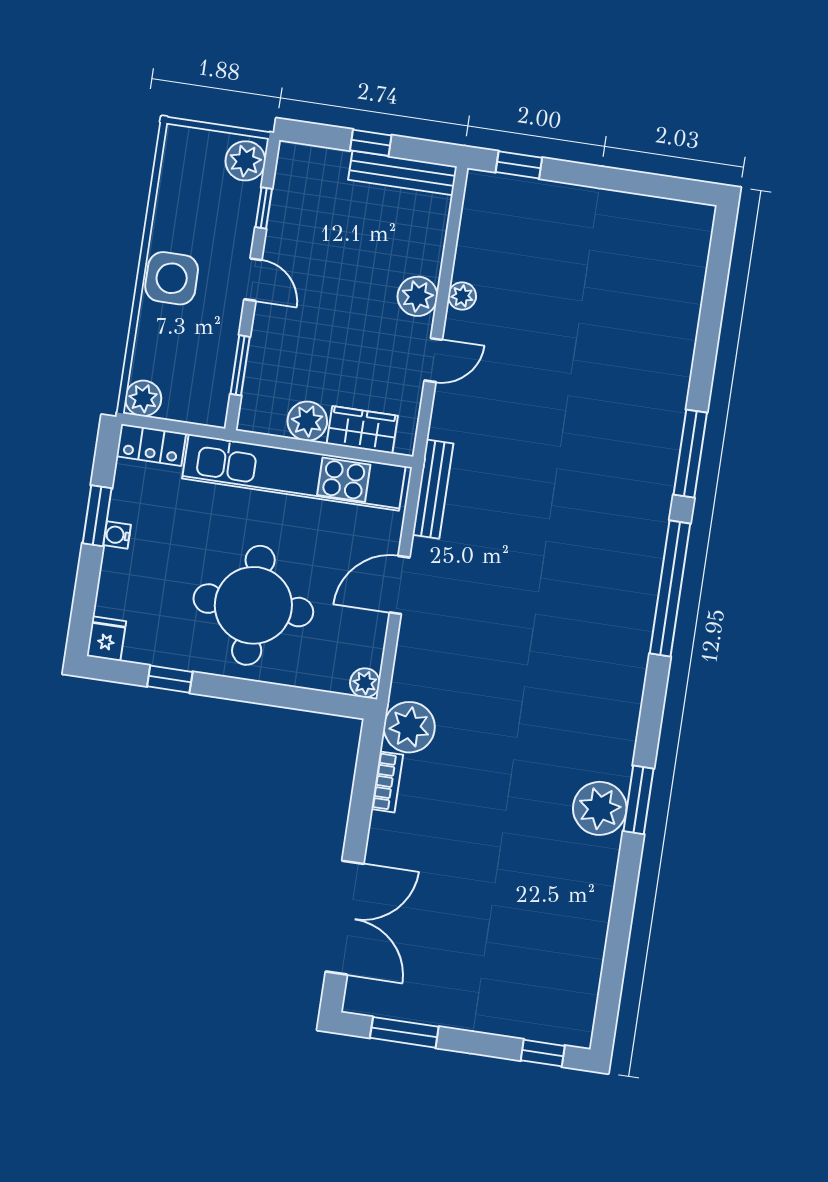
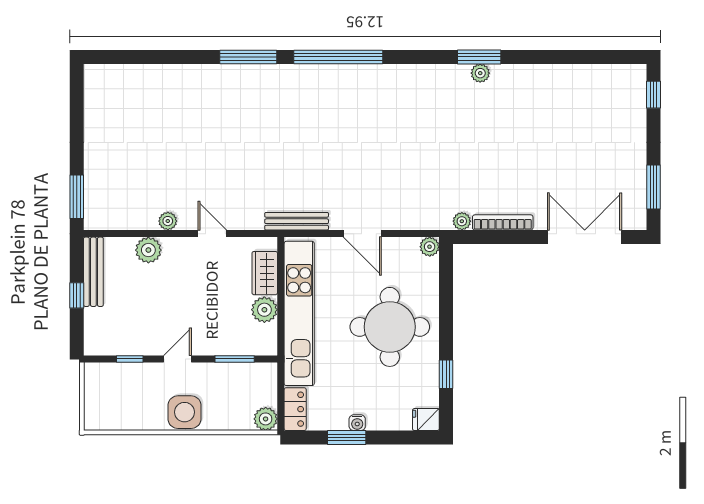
plant: (245, 161) -> (101, 375), removed
window: (519, 165) -> (77, 197), width x1.50
plant: (417, 296) -> (148, 250), moved
plant: (409, 727) -> (462, 221), width x0.53, depth x0.53
bookcase: (387, 782) -> (503, 222), width x1.56
plant: (600, 808) -> (480, 73), width x0.53, depth x0.53

